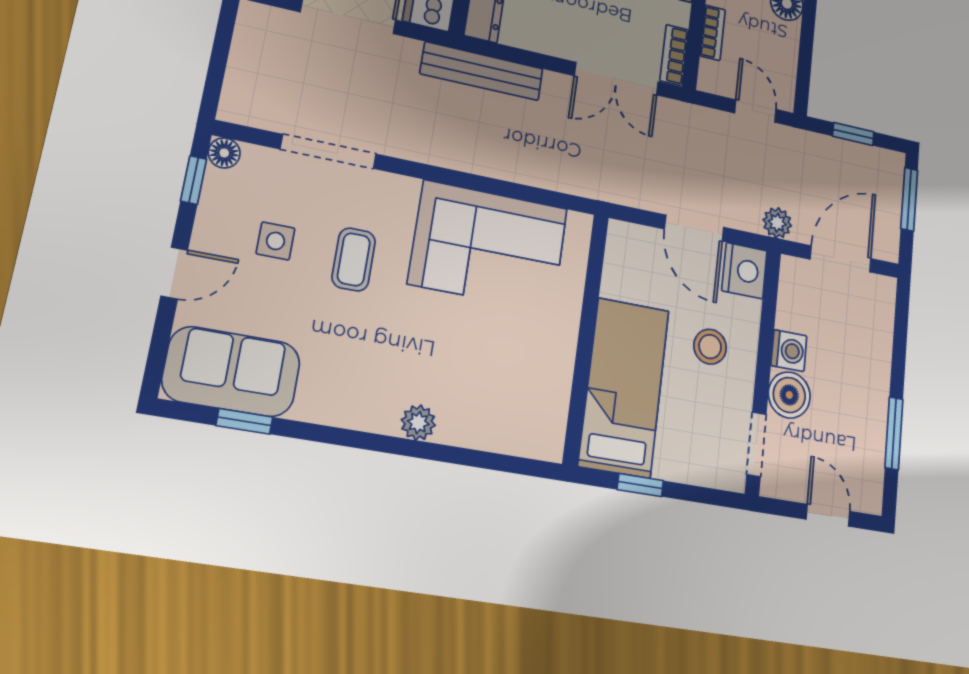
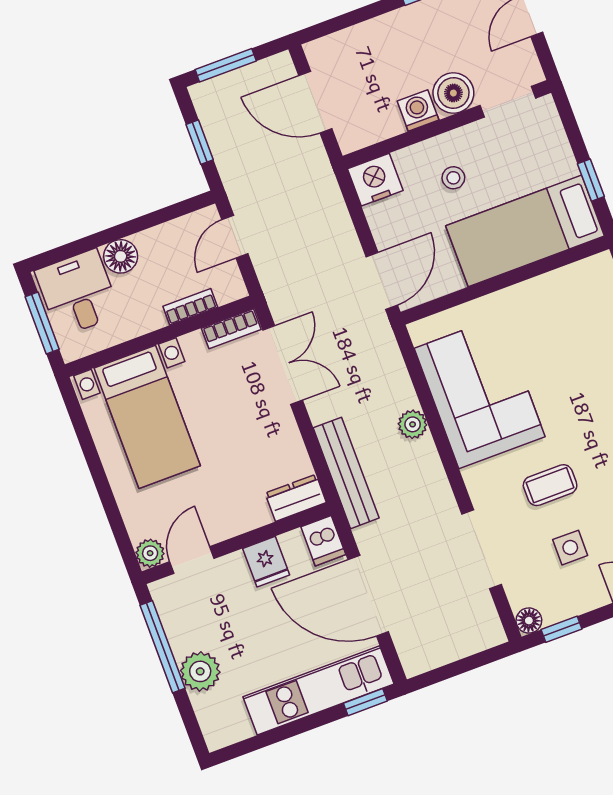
plant: (777, 223) -> (413, 424), moved
door: (694, 228) -> (382, 281), moved
stool: (710, 347) -> (453, 178), width x0.73, depth x0.73

